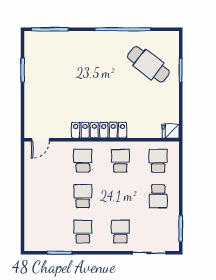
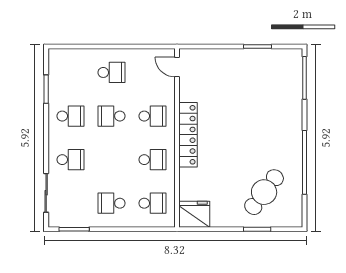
fridge: (171, 131) -> (194, 214), width x1.88, depth x1.34
school desk: (45, 196) -> (112, 72), added
school desk: (83, 196) -> (112, 116), turned 180

